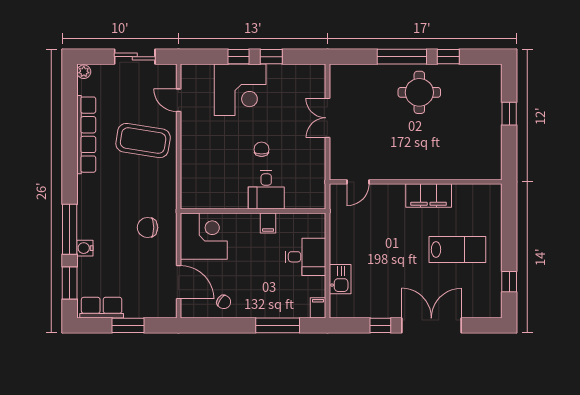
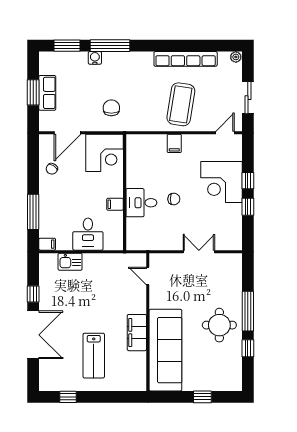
door: (179, 100) -> (225, 133), moved
filing cabinet: (192, 149) -> (174, 143), added
sofa: (451, 160) -> (165, 350), added
row of seats: (102, 308) -> (47, 93), moved

